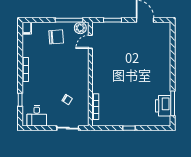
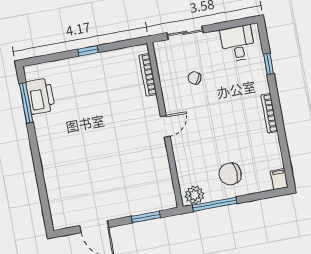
door: (90, 42) -> (165, 126), moved

